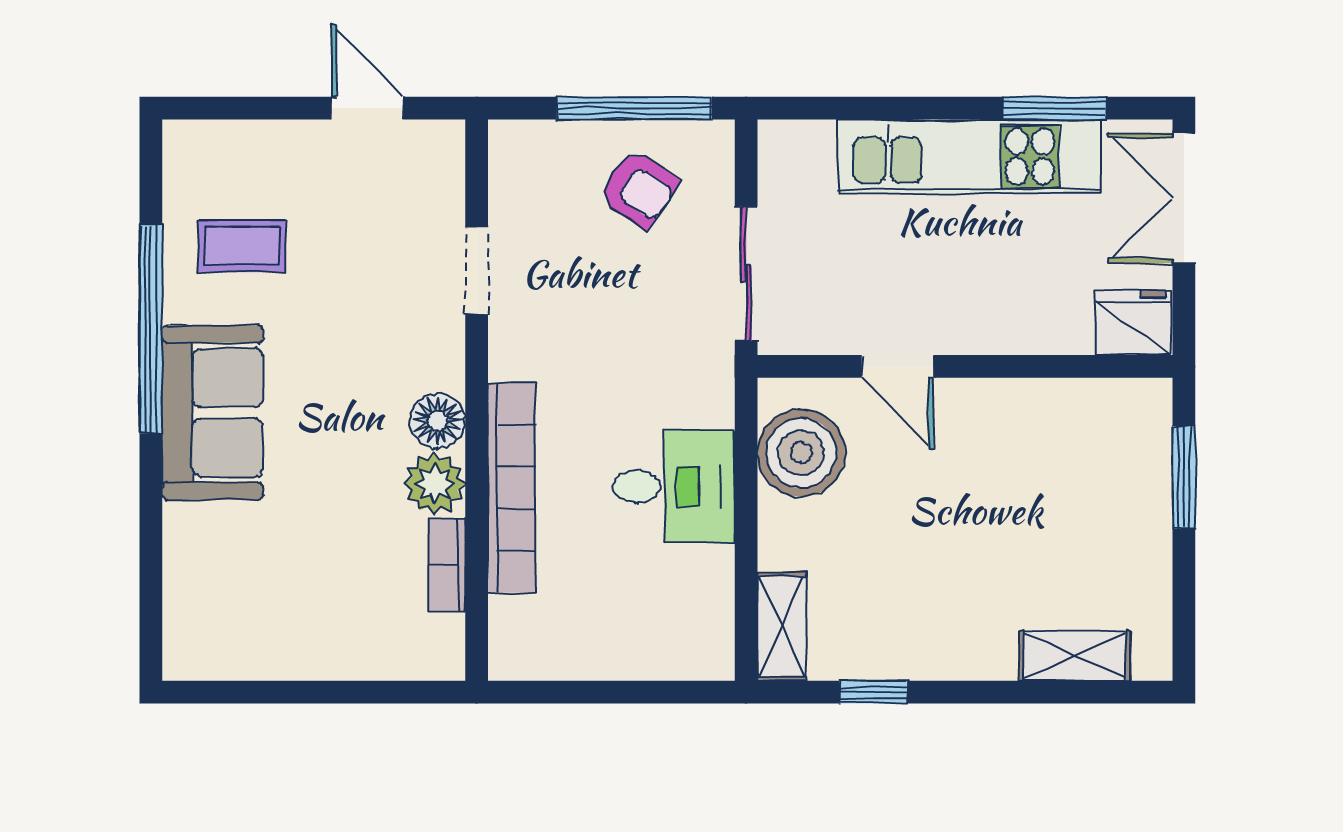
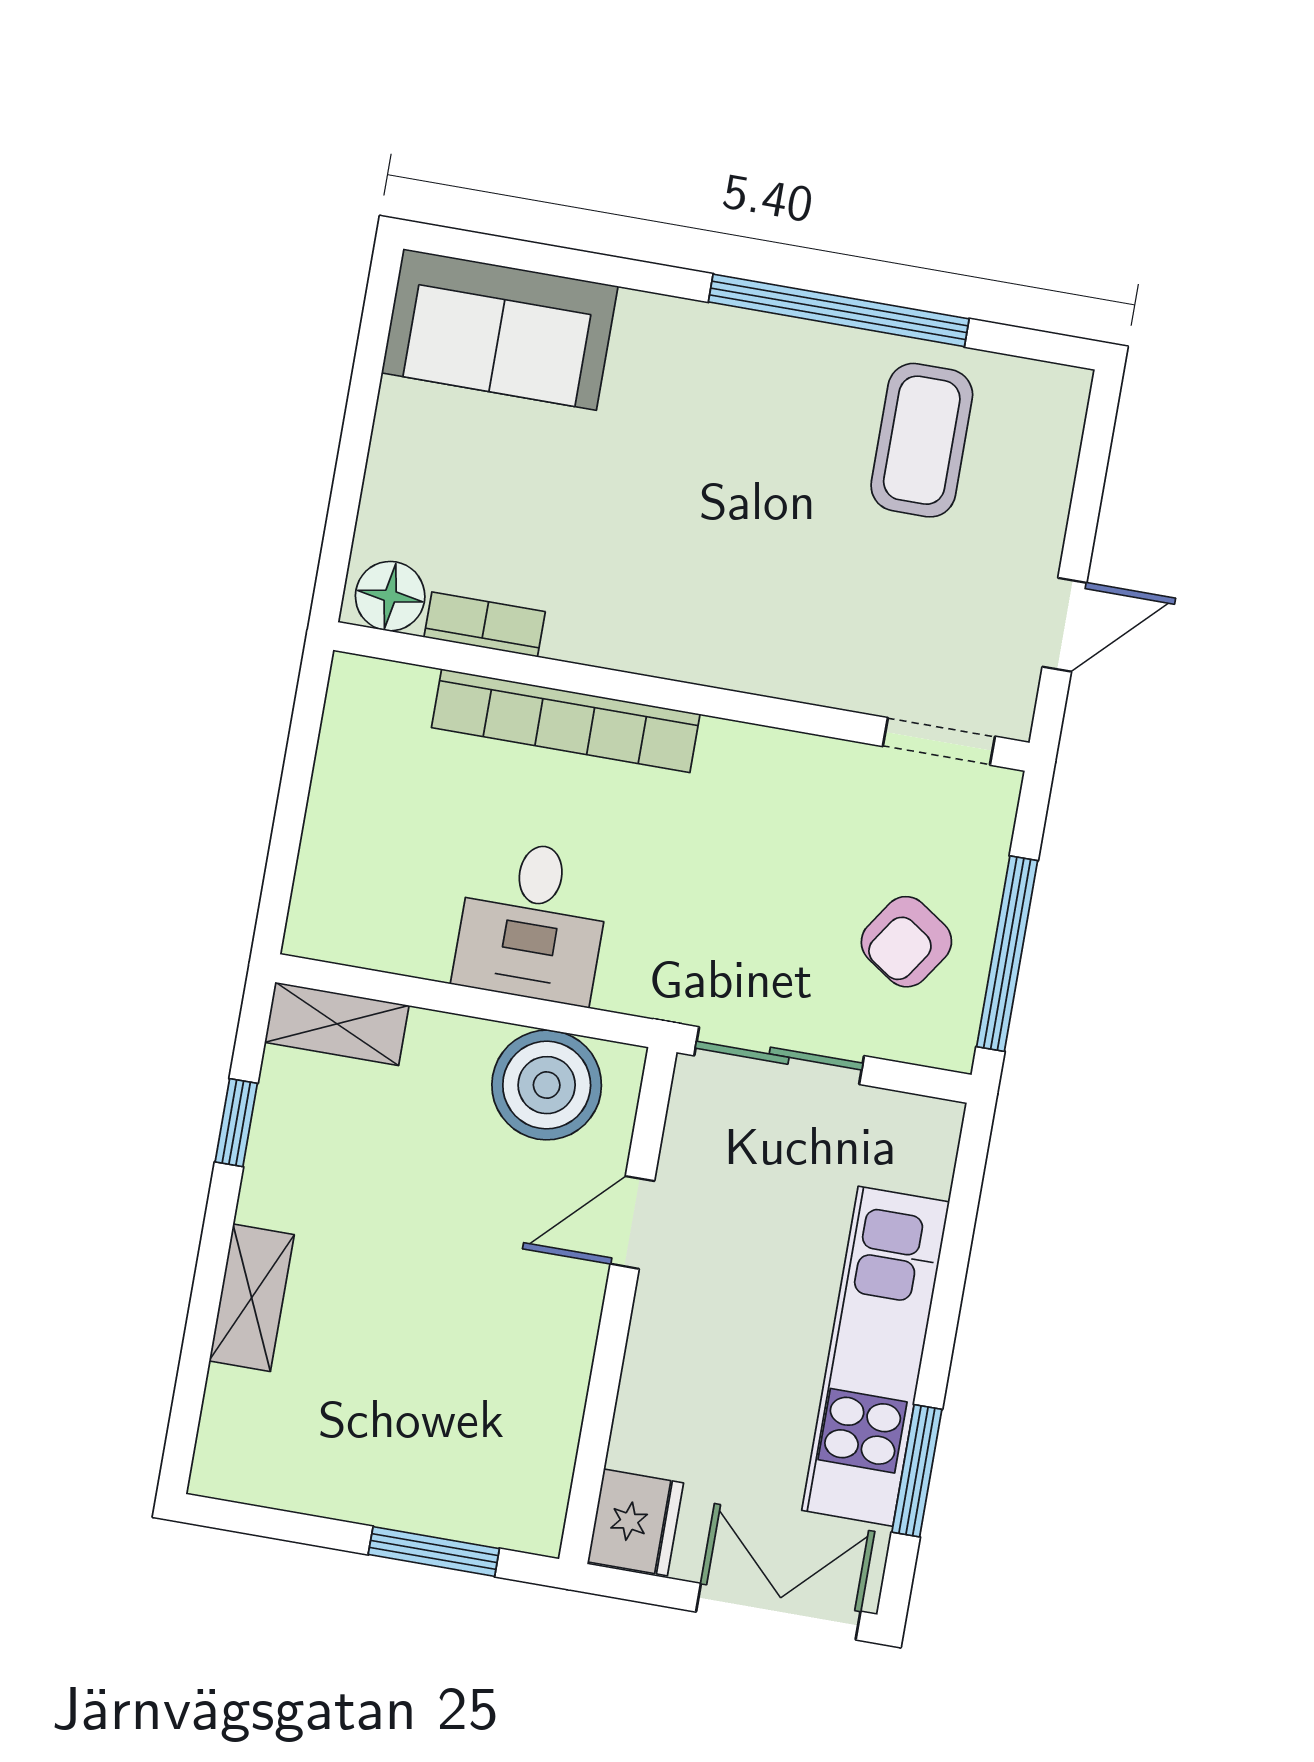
coffee table: (242, 246) -> (922, 440), width x1.36, depth x1.30
doorway: (477, 271) -> (939, 741), moved
sofa: (213, 412) -> (500, 330), moved
floor lamp: (438, 421) -> (390, 596), moved
plant: (435, 484) -> (587, 627), removed
shelving: (1075, 656) -> (252, 1298), moved

